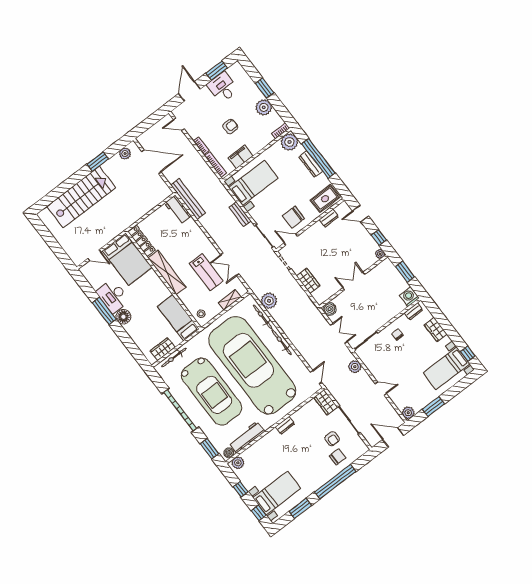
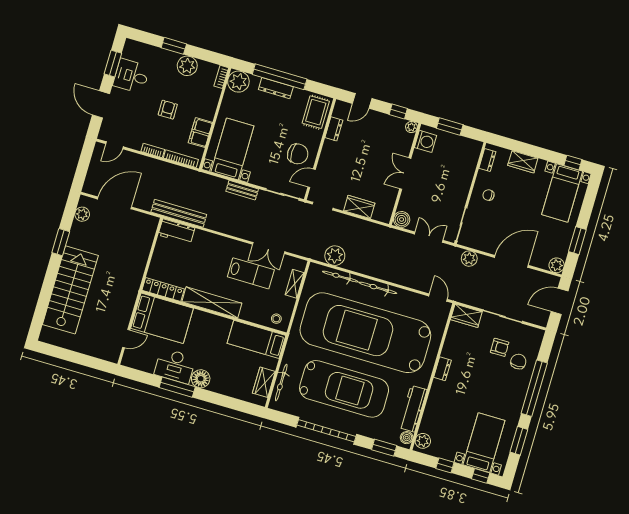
chair: (293, 217) -> (298, 154), turned -90
washing machine: (409, 297) -> (425, 141), moved, turned 180
door: (381, 389) -> (511, 261), width x1.87

